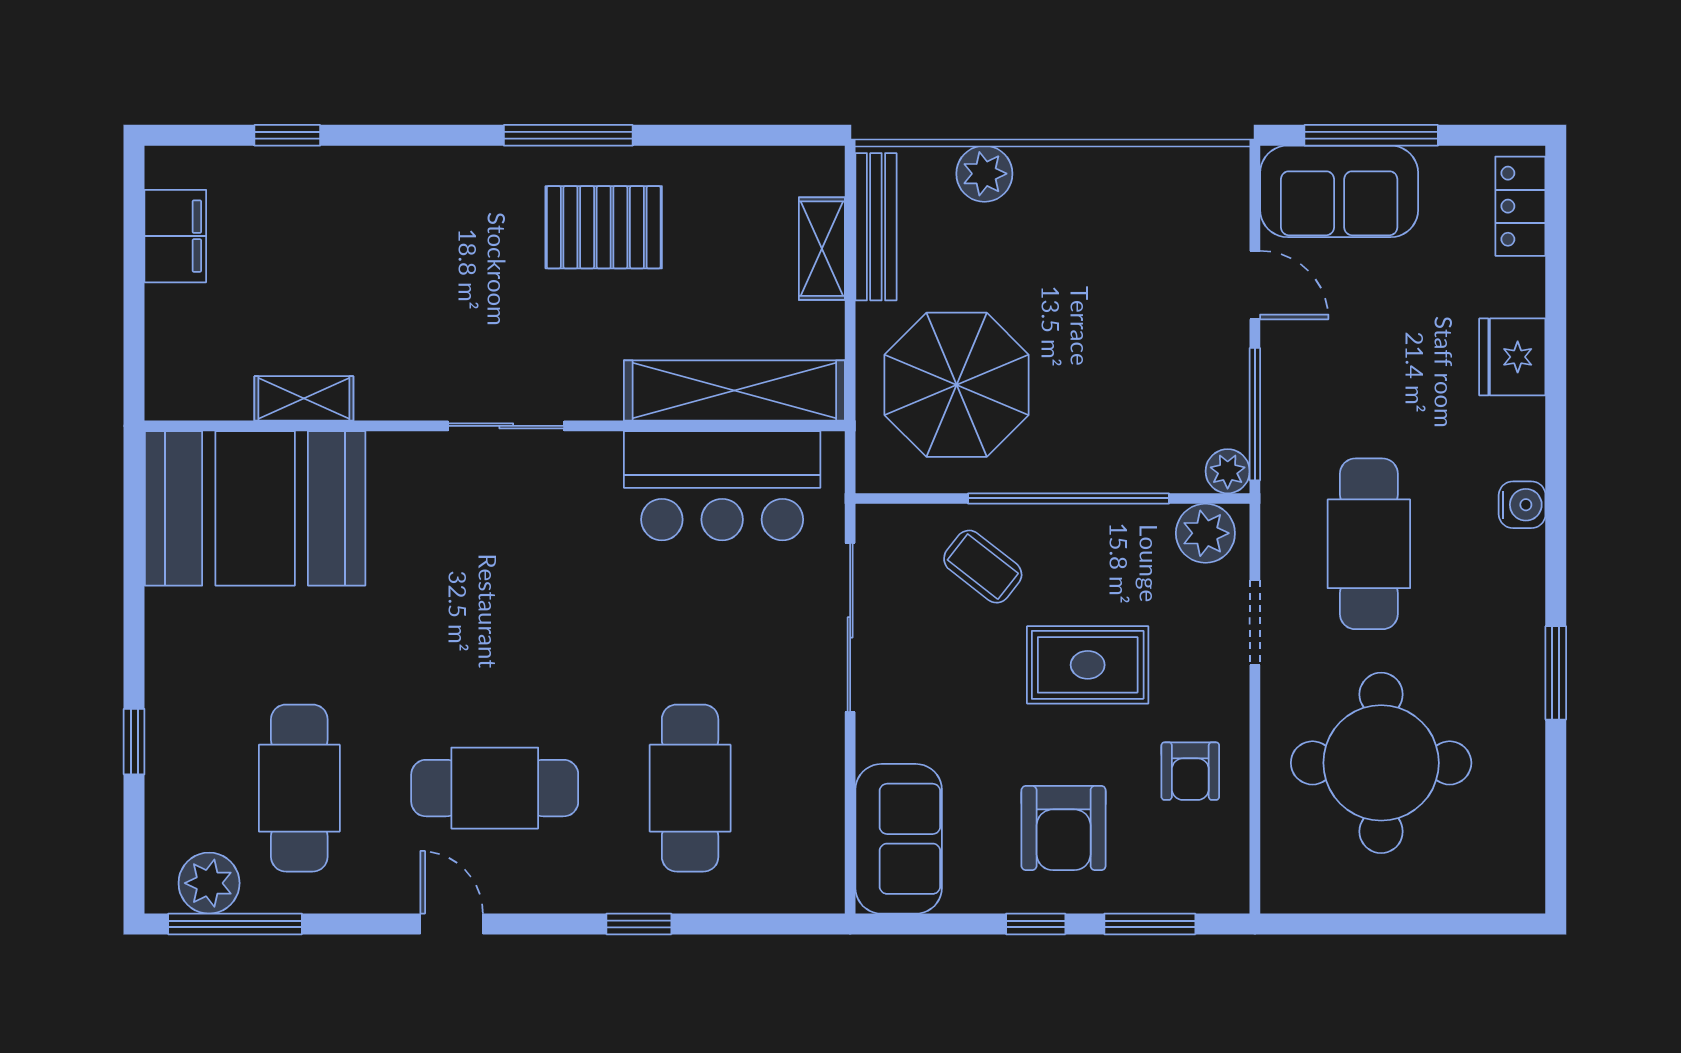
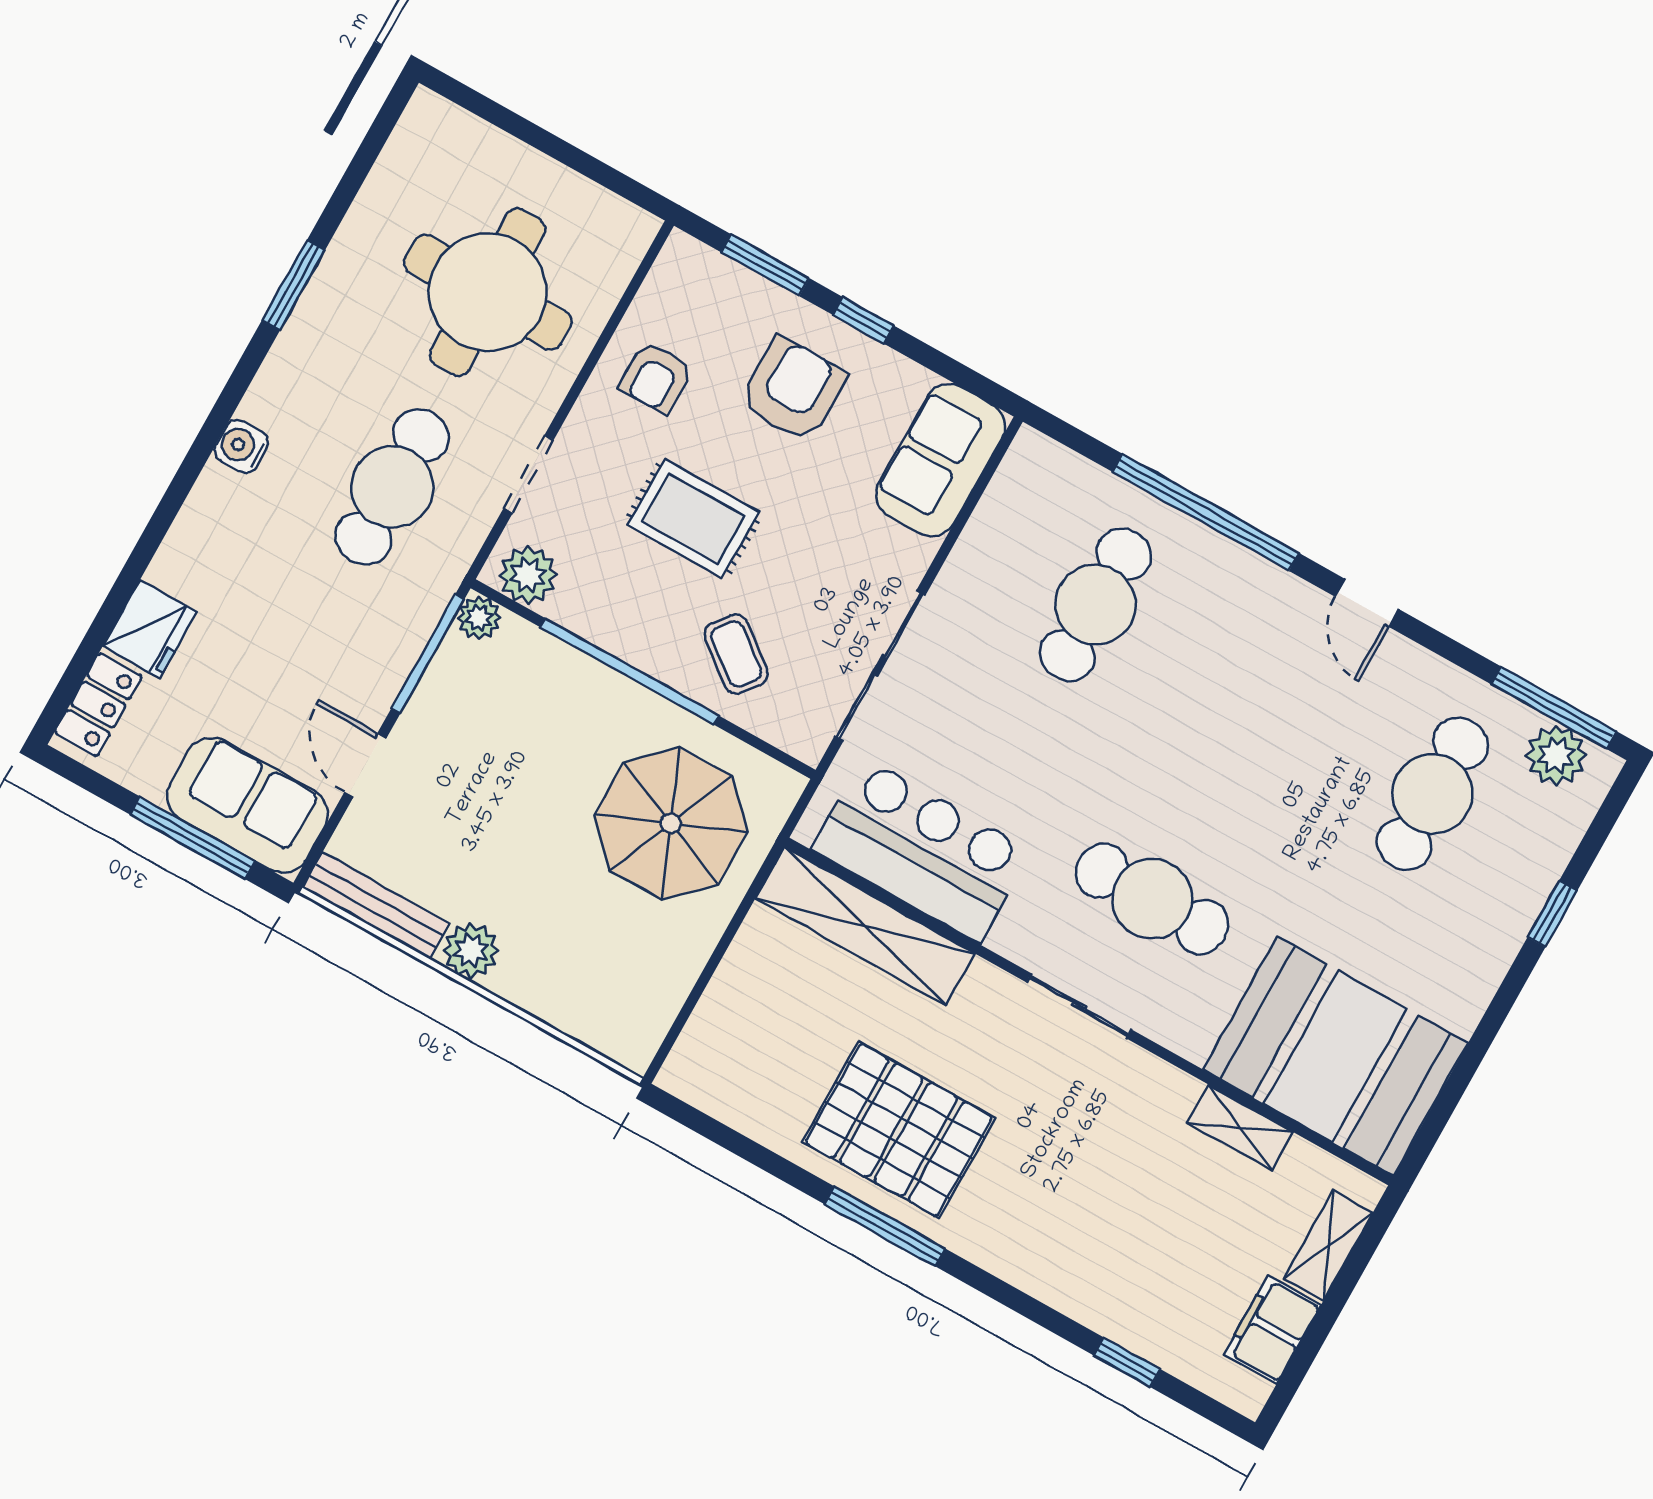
plant: (984, 174) -> (471, 950), moved
pallet: (604, 227) -> (899, 1130), width x1.37, depth x1.41
bench: (876, 227) -> (376, 906), moved, turned 90
shelving: (822, 249) -> (1328, 1246), moved
fridge: (1512, 357) -> (150, 629), moved
armchair: (1190, 771) -> (656, 377), turned 180
cafe table: (495, 788) -> (1152, 899), moved
window: (639, 924) -> (1206, 512), width x3.17

